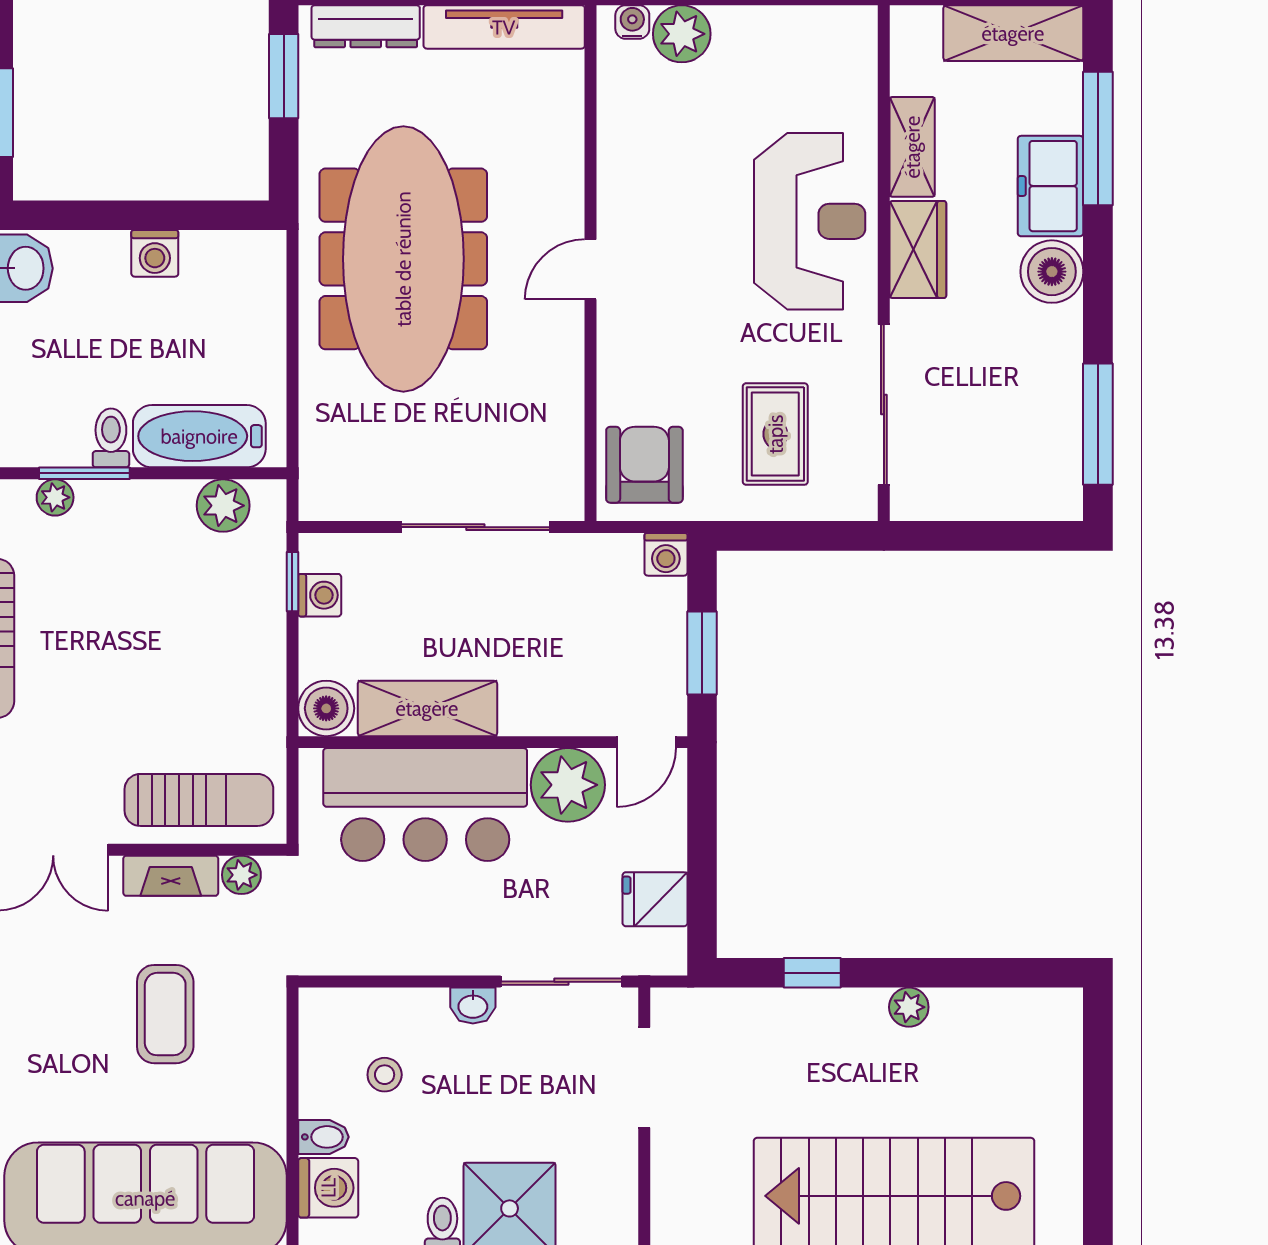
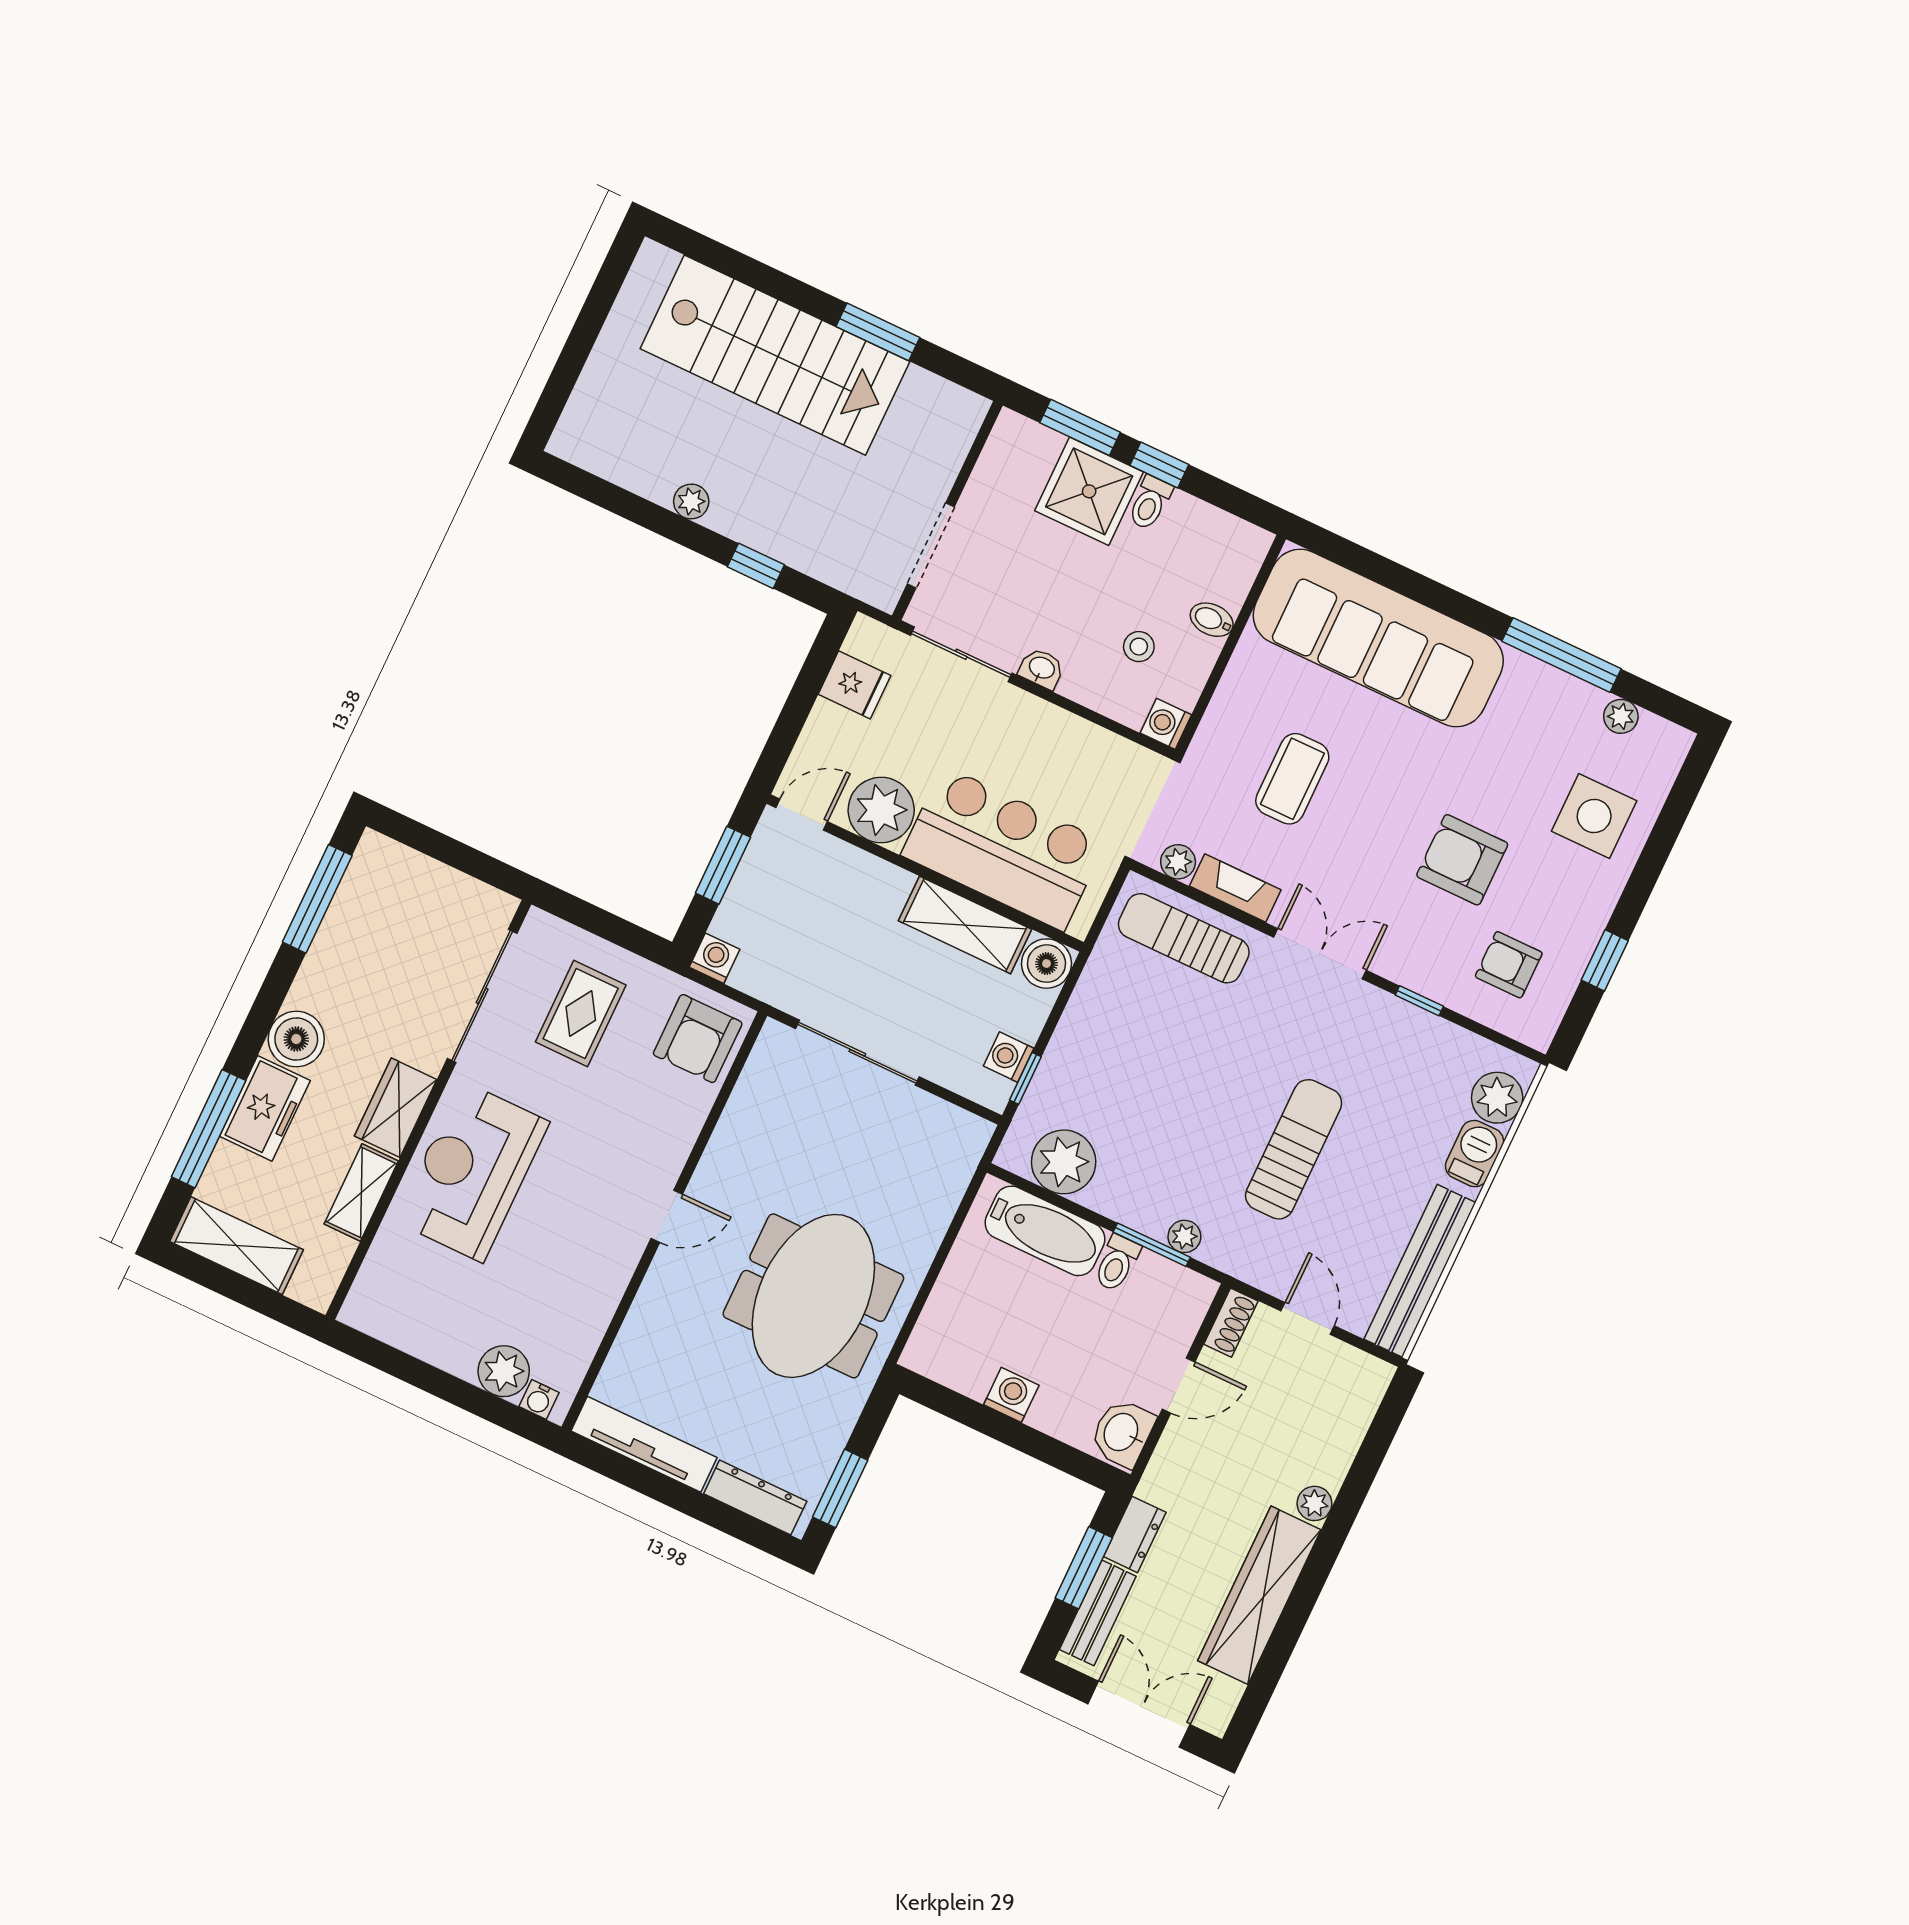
meeting table: (403, 259) -> (813, 1296), width x0.73
plant: (223, 506) -> (1064, 1162), width x1.36, depth x1.36
washing machine: (328, 1188) -> (1166, 724), moved, width x0.73, depth x0.73

